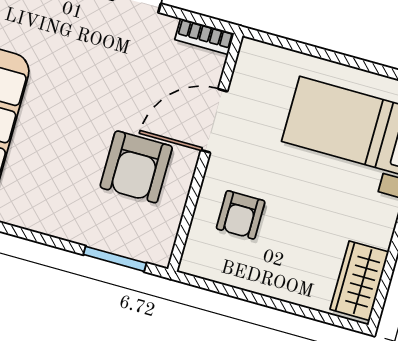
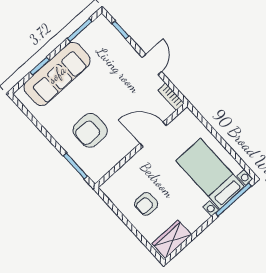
armchair: (136, 167) -> (90, 130), moved
armchair: (241, 215) -> (146, 204), moved

